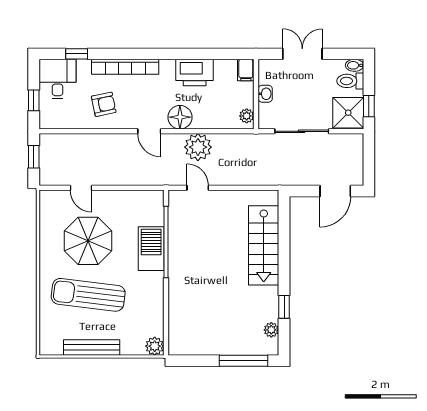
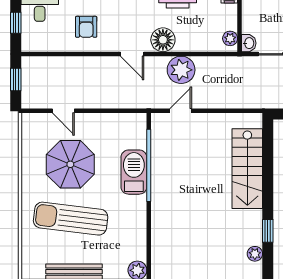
washbasin: (265, 94) -> (249, 43), moved
armchair: (104, 104) -> (86, 27), turned 102
door: (198, 188) -> (181, 111), hinge flipped

